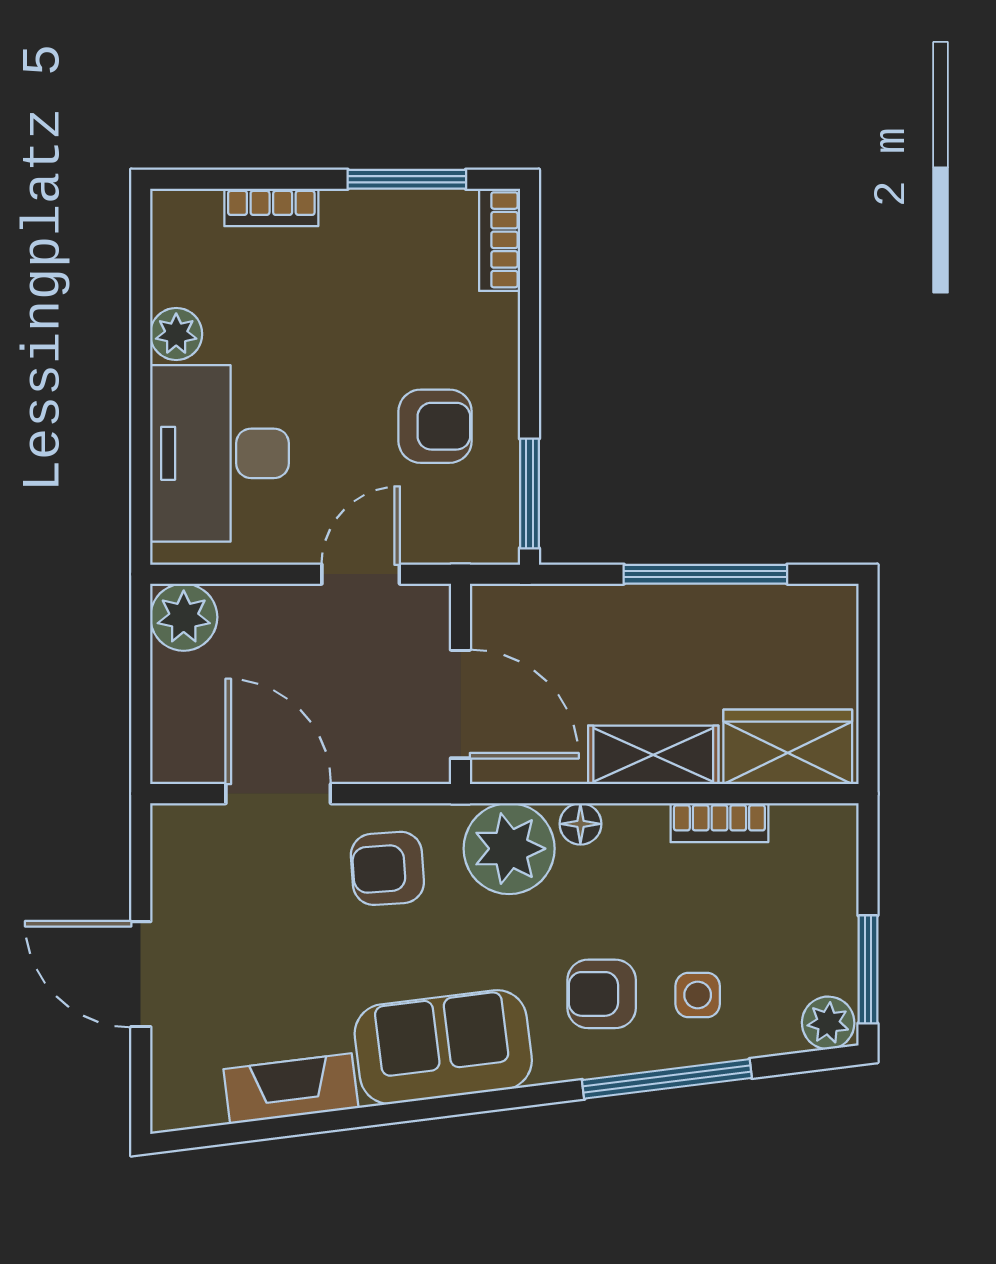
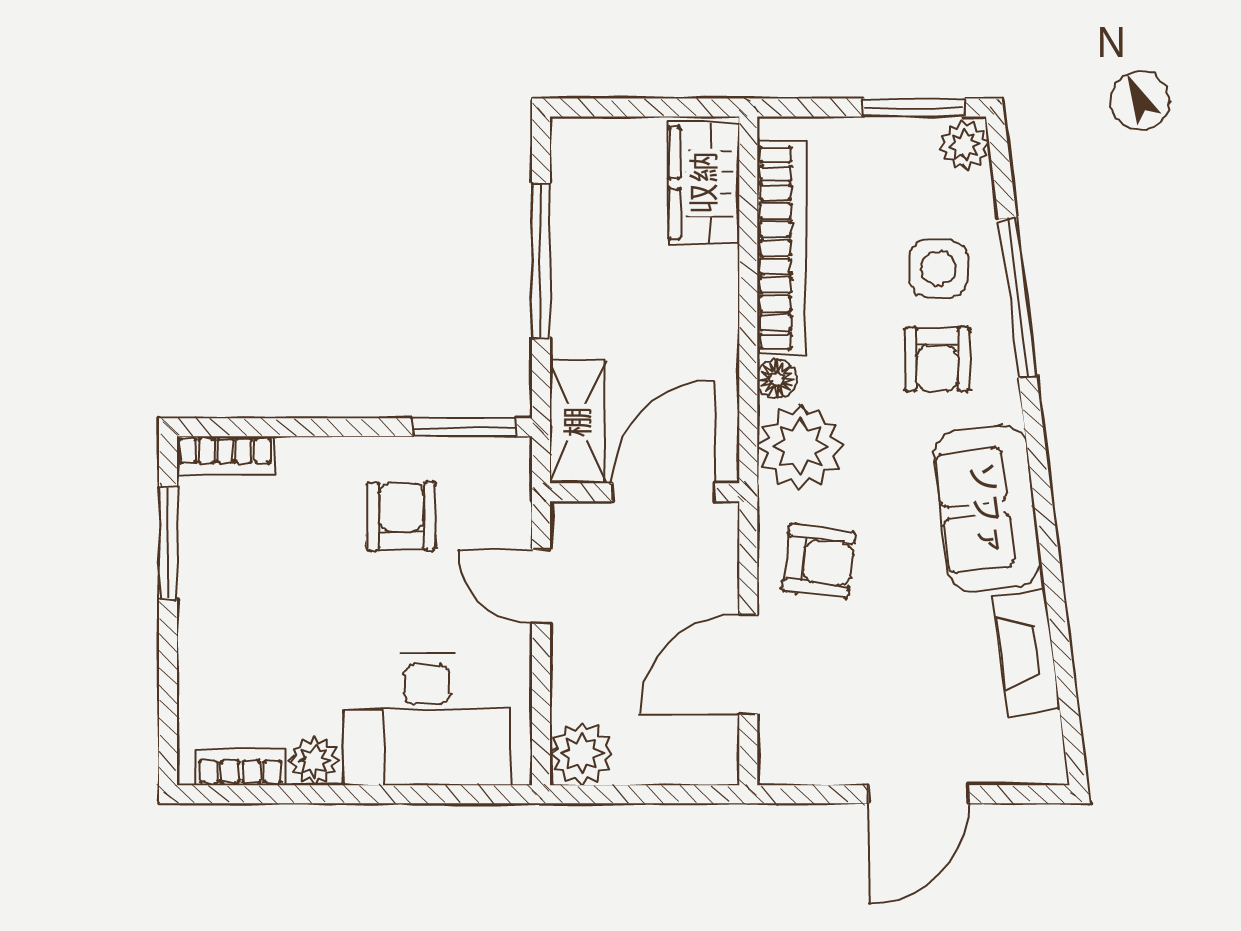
bookcase: (271, 207) -> (240, 768), moved, turned -90
shelving: (653, 755) -> (578, 422), moved
bookcase: (719, 823) -> (781, 248), width x2.31, depth x1.31
armchair: (387, 868) -> (819, 561), turned -79
side table: (698, 995) -> (938, 268), width x1.37, depth x1.37

